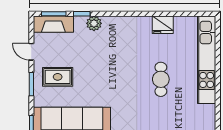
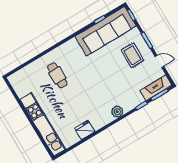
plant: (94, 23) -> (117, 112), moved
rug: (58, 77) -> (133, 55), turned 90
cafe table: (161, 79) -> (57, 75), moved

